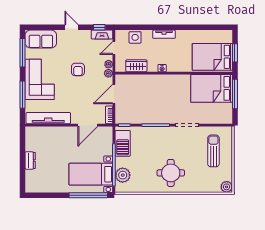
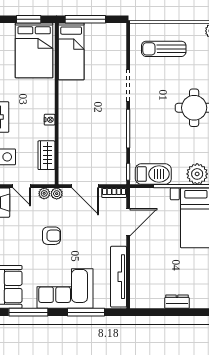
bed: (212, 88) -> (71, 51), width x0.67
door: (88, 125) -> (128, 222), hinge flipped

